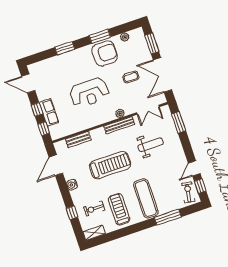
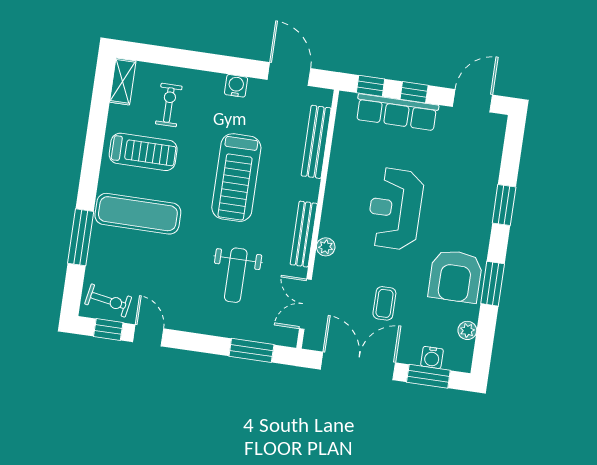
water cooler: (143, 46) -> (432, 357), added
row of seats: (49, 112) -> (397, 112), width x1.48
bench: (78, 140) -> (316, 142), width x1.36
window: (72, 213) -> (182, 58), removed

